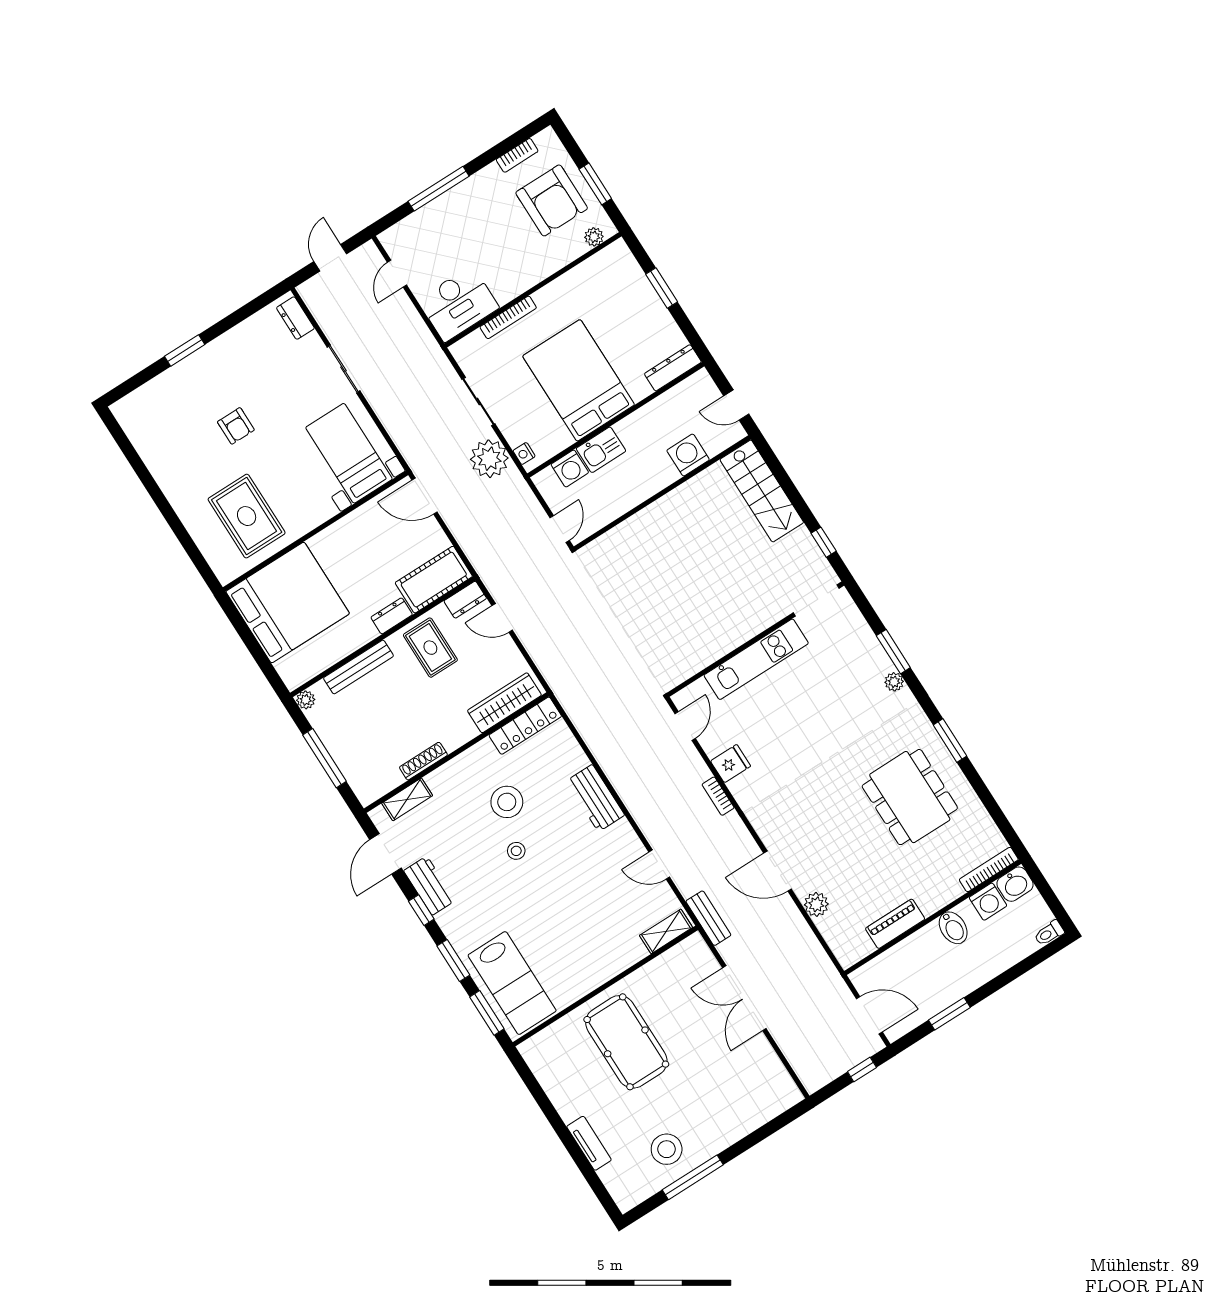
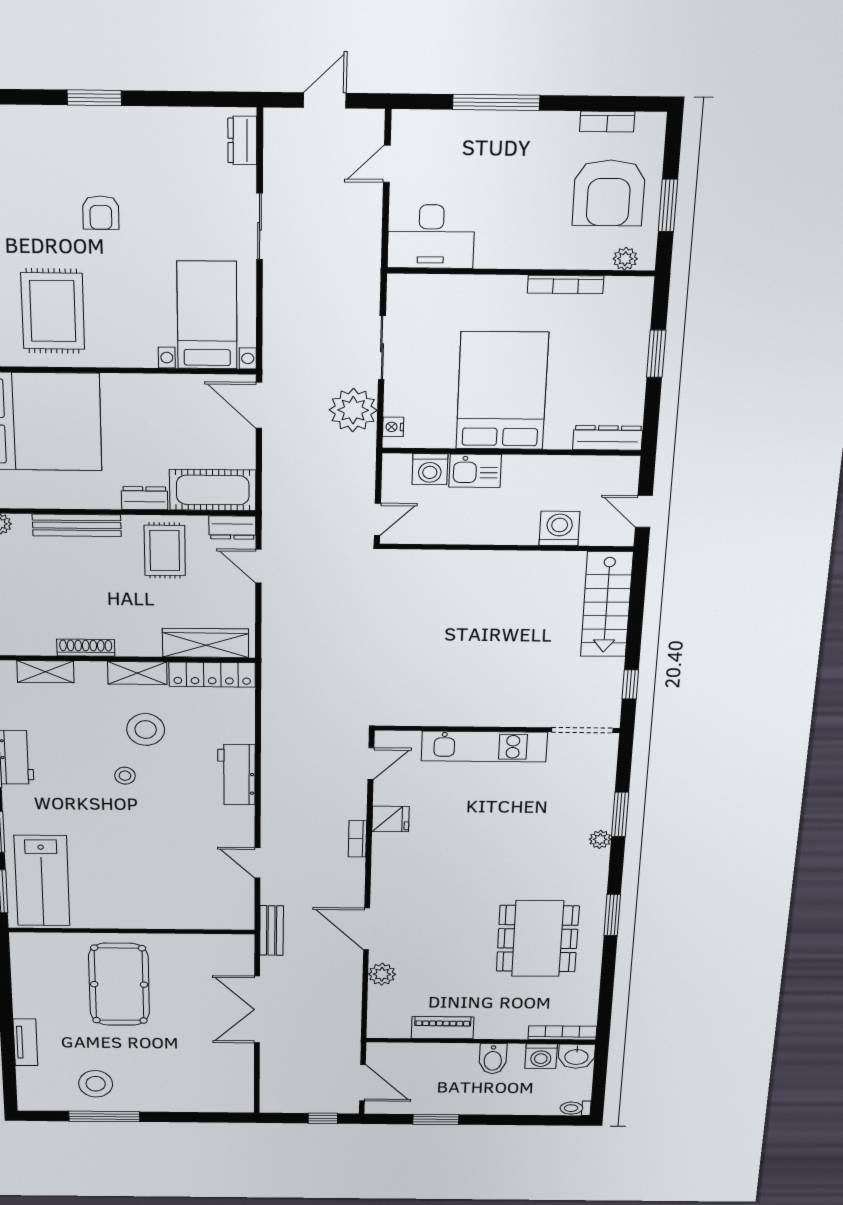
bookcase: (508, 317) -> (566, 284), moved
shelving: (666, 931) -> (137, 673), moved

